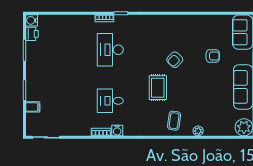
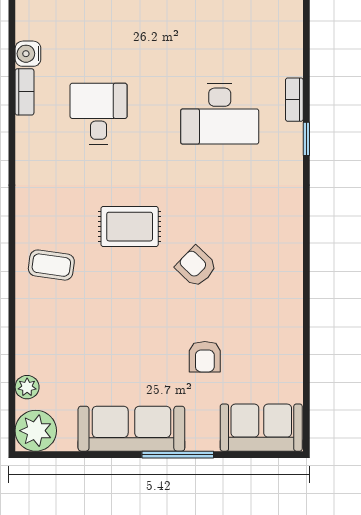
desk: (110, 50) -> (220, 114), turned 180
water cooler: (117, 131) -> (28, 54), moved
plant: (198, 131) -> (27, 387), moved

